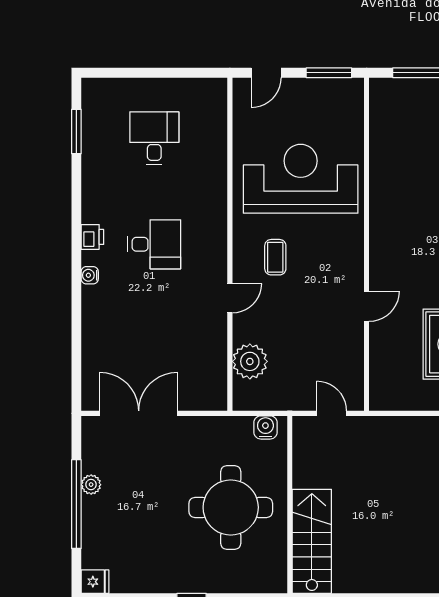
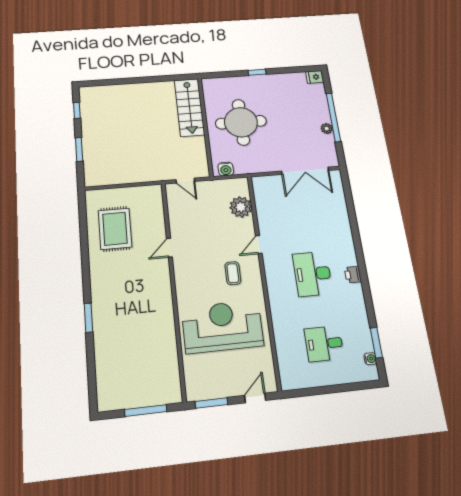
desk: (154, 138) -> (324, 344), turned 90
reception desk: (301, 179) -> (222, 327), turned 180
desk: (154, 244) -> (313, 274), width x1.37
water cooler: (90, 275) -> (370, 359), moved

